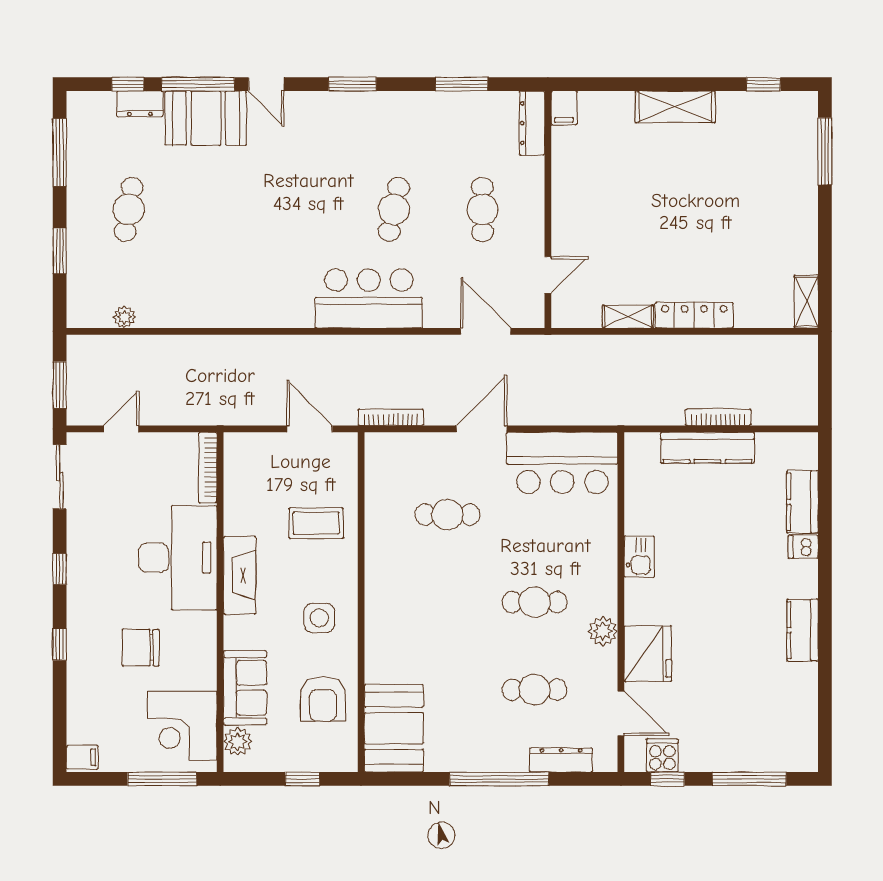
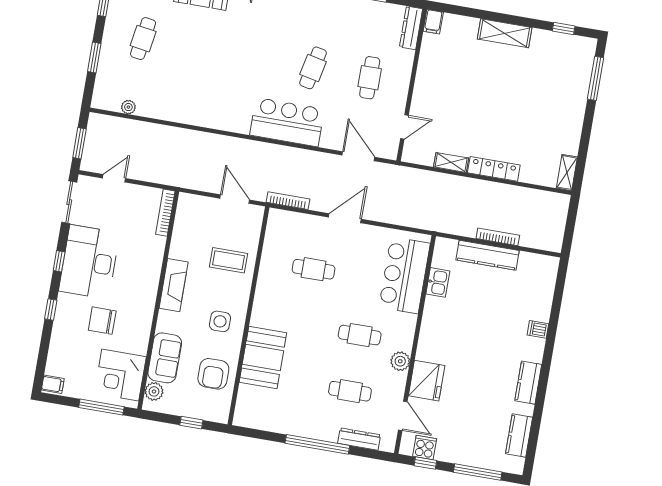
bar counter: (562, 463) -> (405, 275), moved, turned 90
kitchen counter: (802, 502) -> (519, 435), moved
kitchen sink: (639, 557) -> (438, 282), moved
desk: (178, 558) -> (89, 262), moved, turned 180
booth: (394, 728) -> (263, 358), moved

